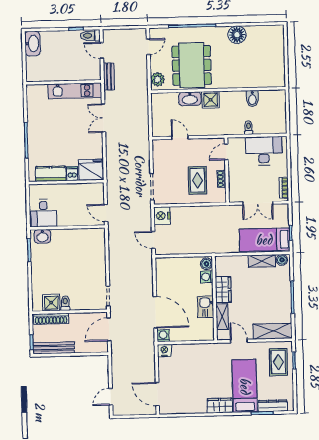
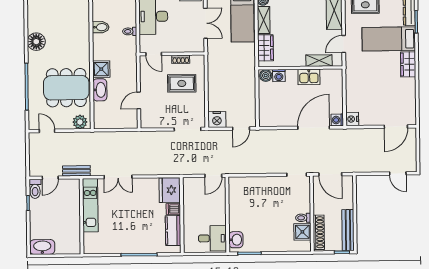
wardrobe: (223, 290) -> (265, 48), moved, turned 90

